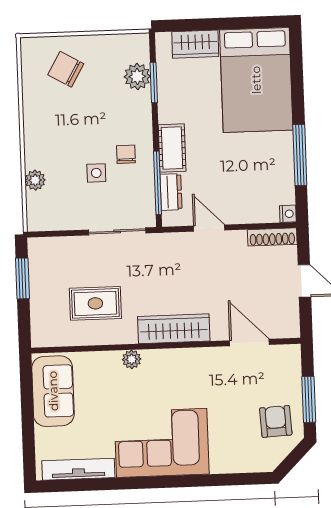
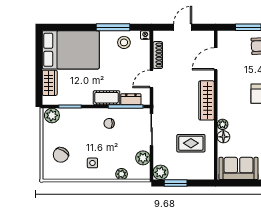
plant: (137, 77) -> (52, 115), moved
side table: (96, 173) -> (92, 163), moved
stool: (273, 176) -> (124, 42), added
plant: (66, 218) -> (143, 158), added
shoe rack: (272, 237) -> (158, 55), moved
plant: (41, 250) -> (161, 172), added
rug: (95, 303) -> (191, 143), turned 90
floor lamp: (109, 362) -> (223, 137), added

